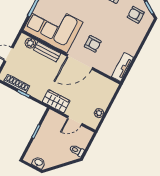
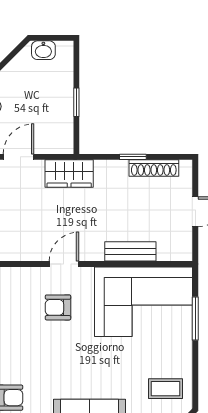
plant: (30, 43) -> (168, 251), removed
door: (80, 62) -> (64, 264), width x0.53

